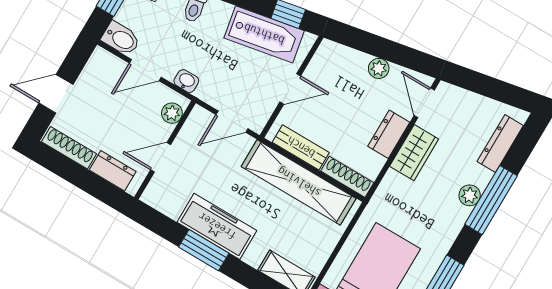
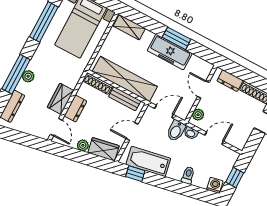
bidet: (121, 39) -> (176, 131), moved, turned -90
wardrobe: (342, 60) -> (103, 149), added
door: (161, 157) -> (203, 89), swing flipped

